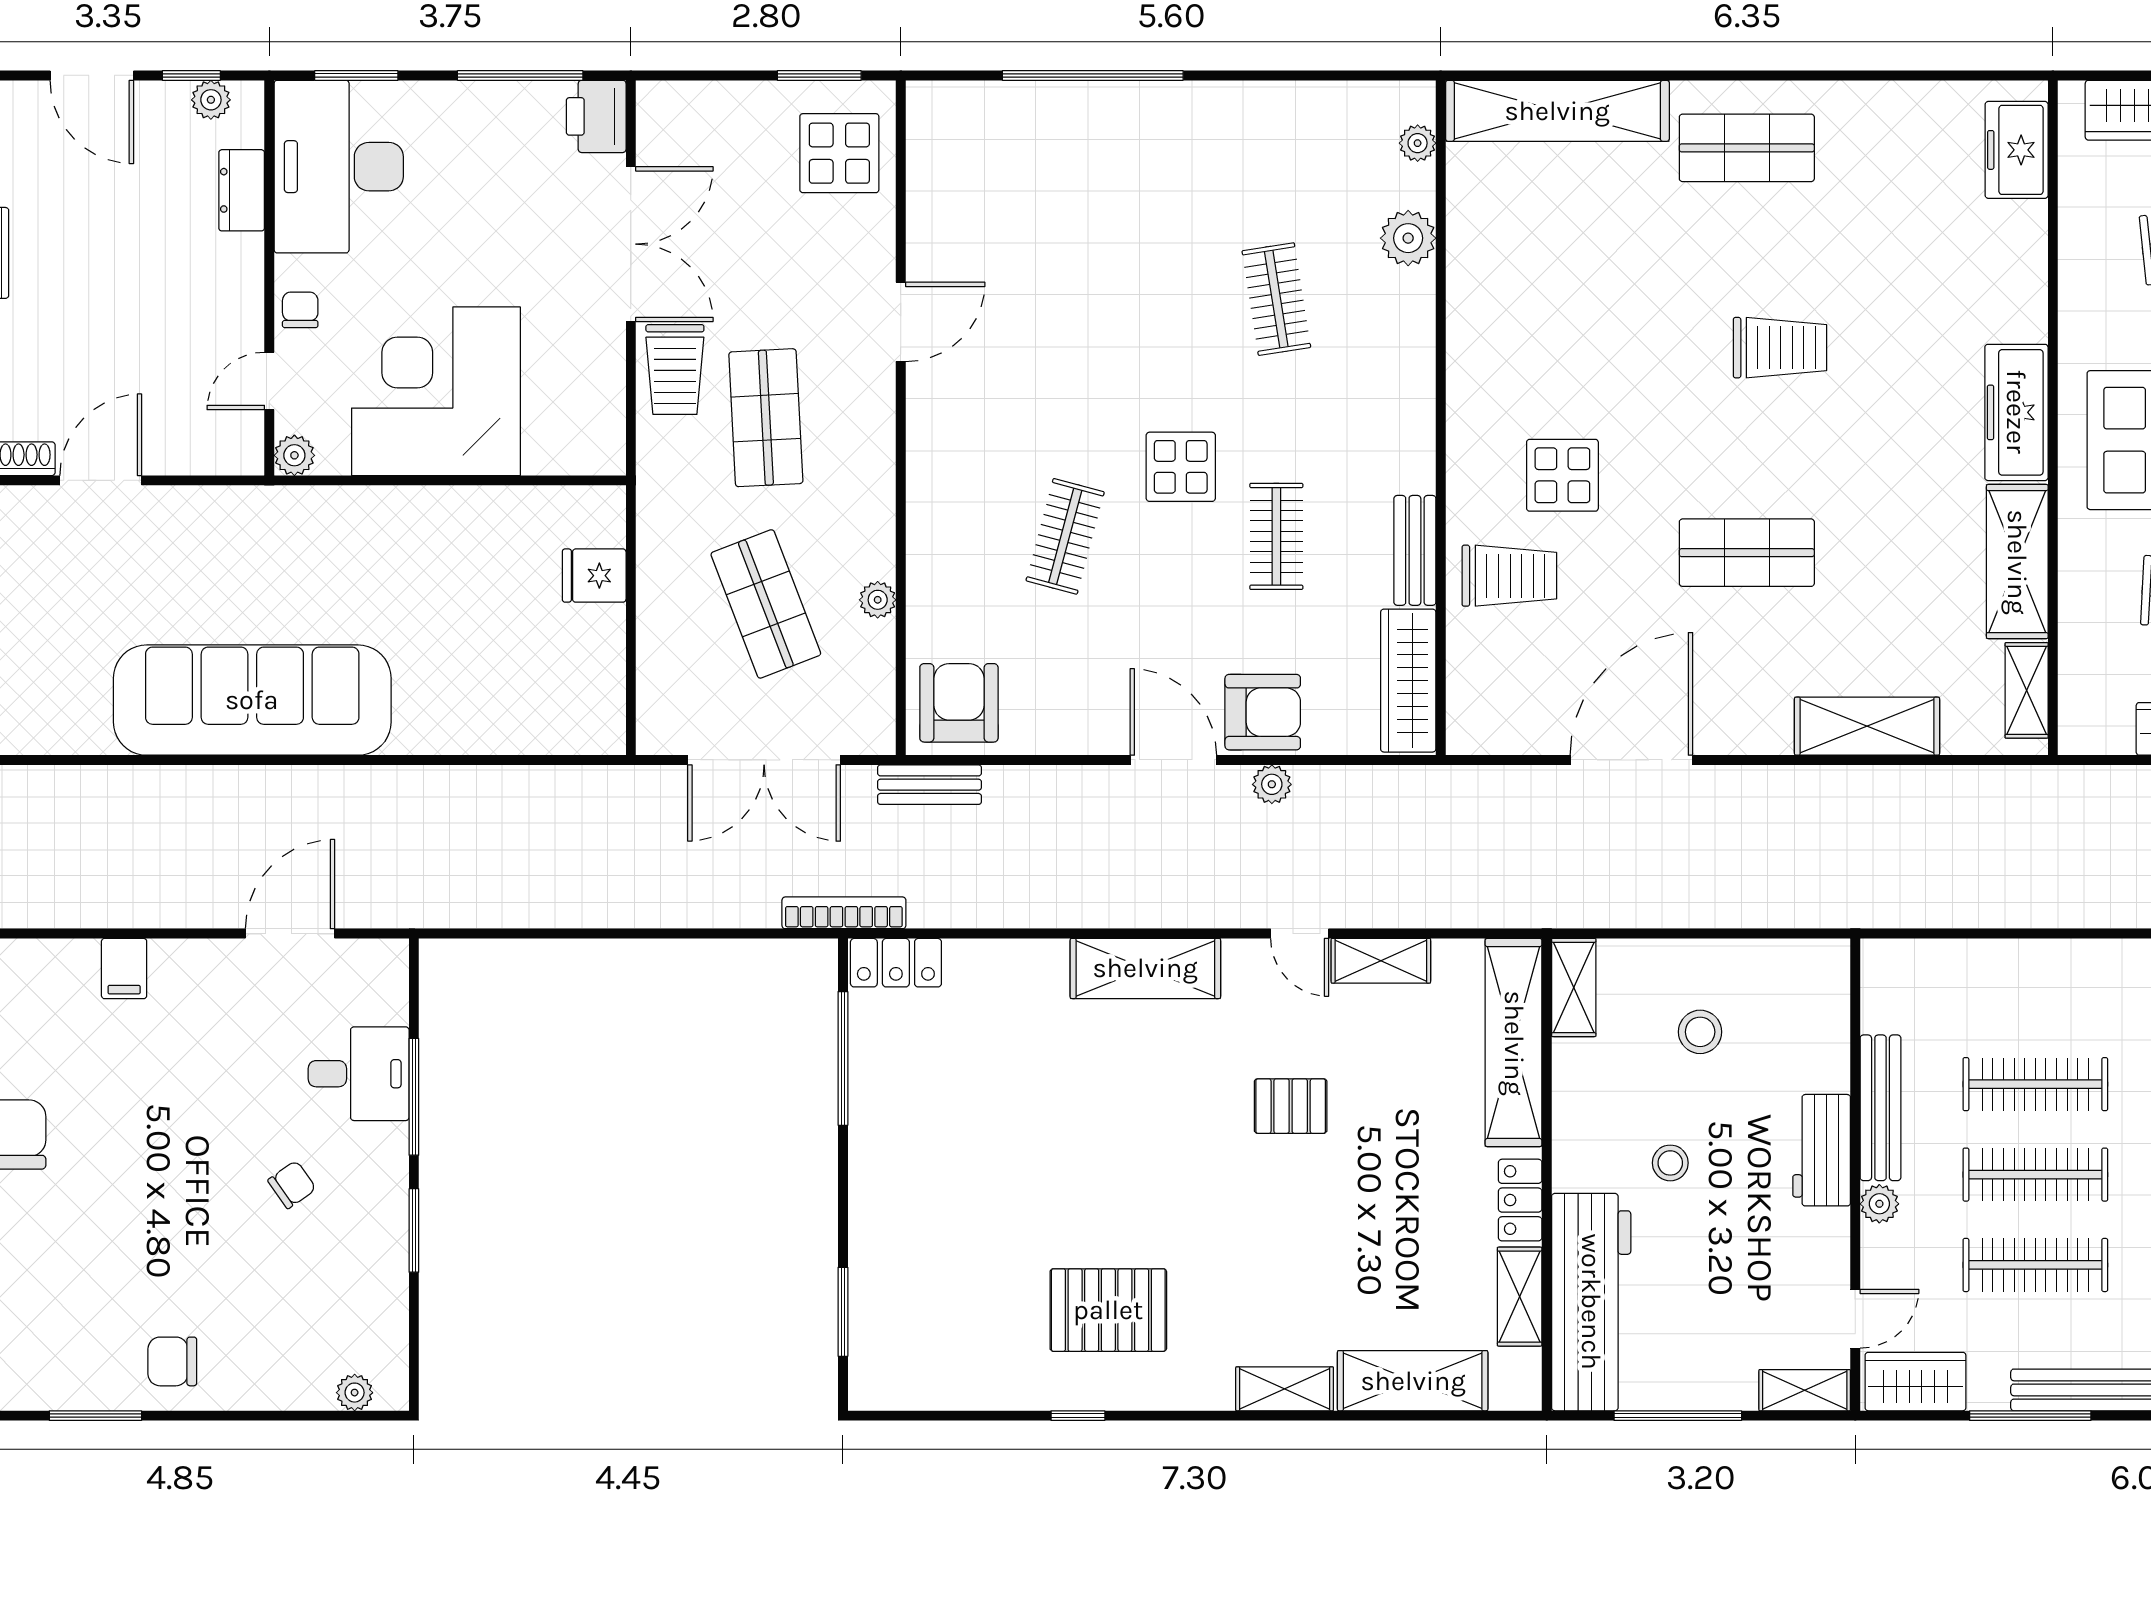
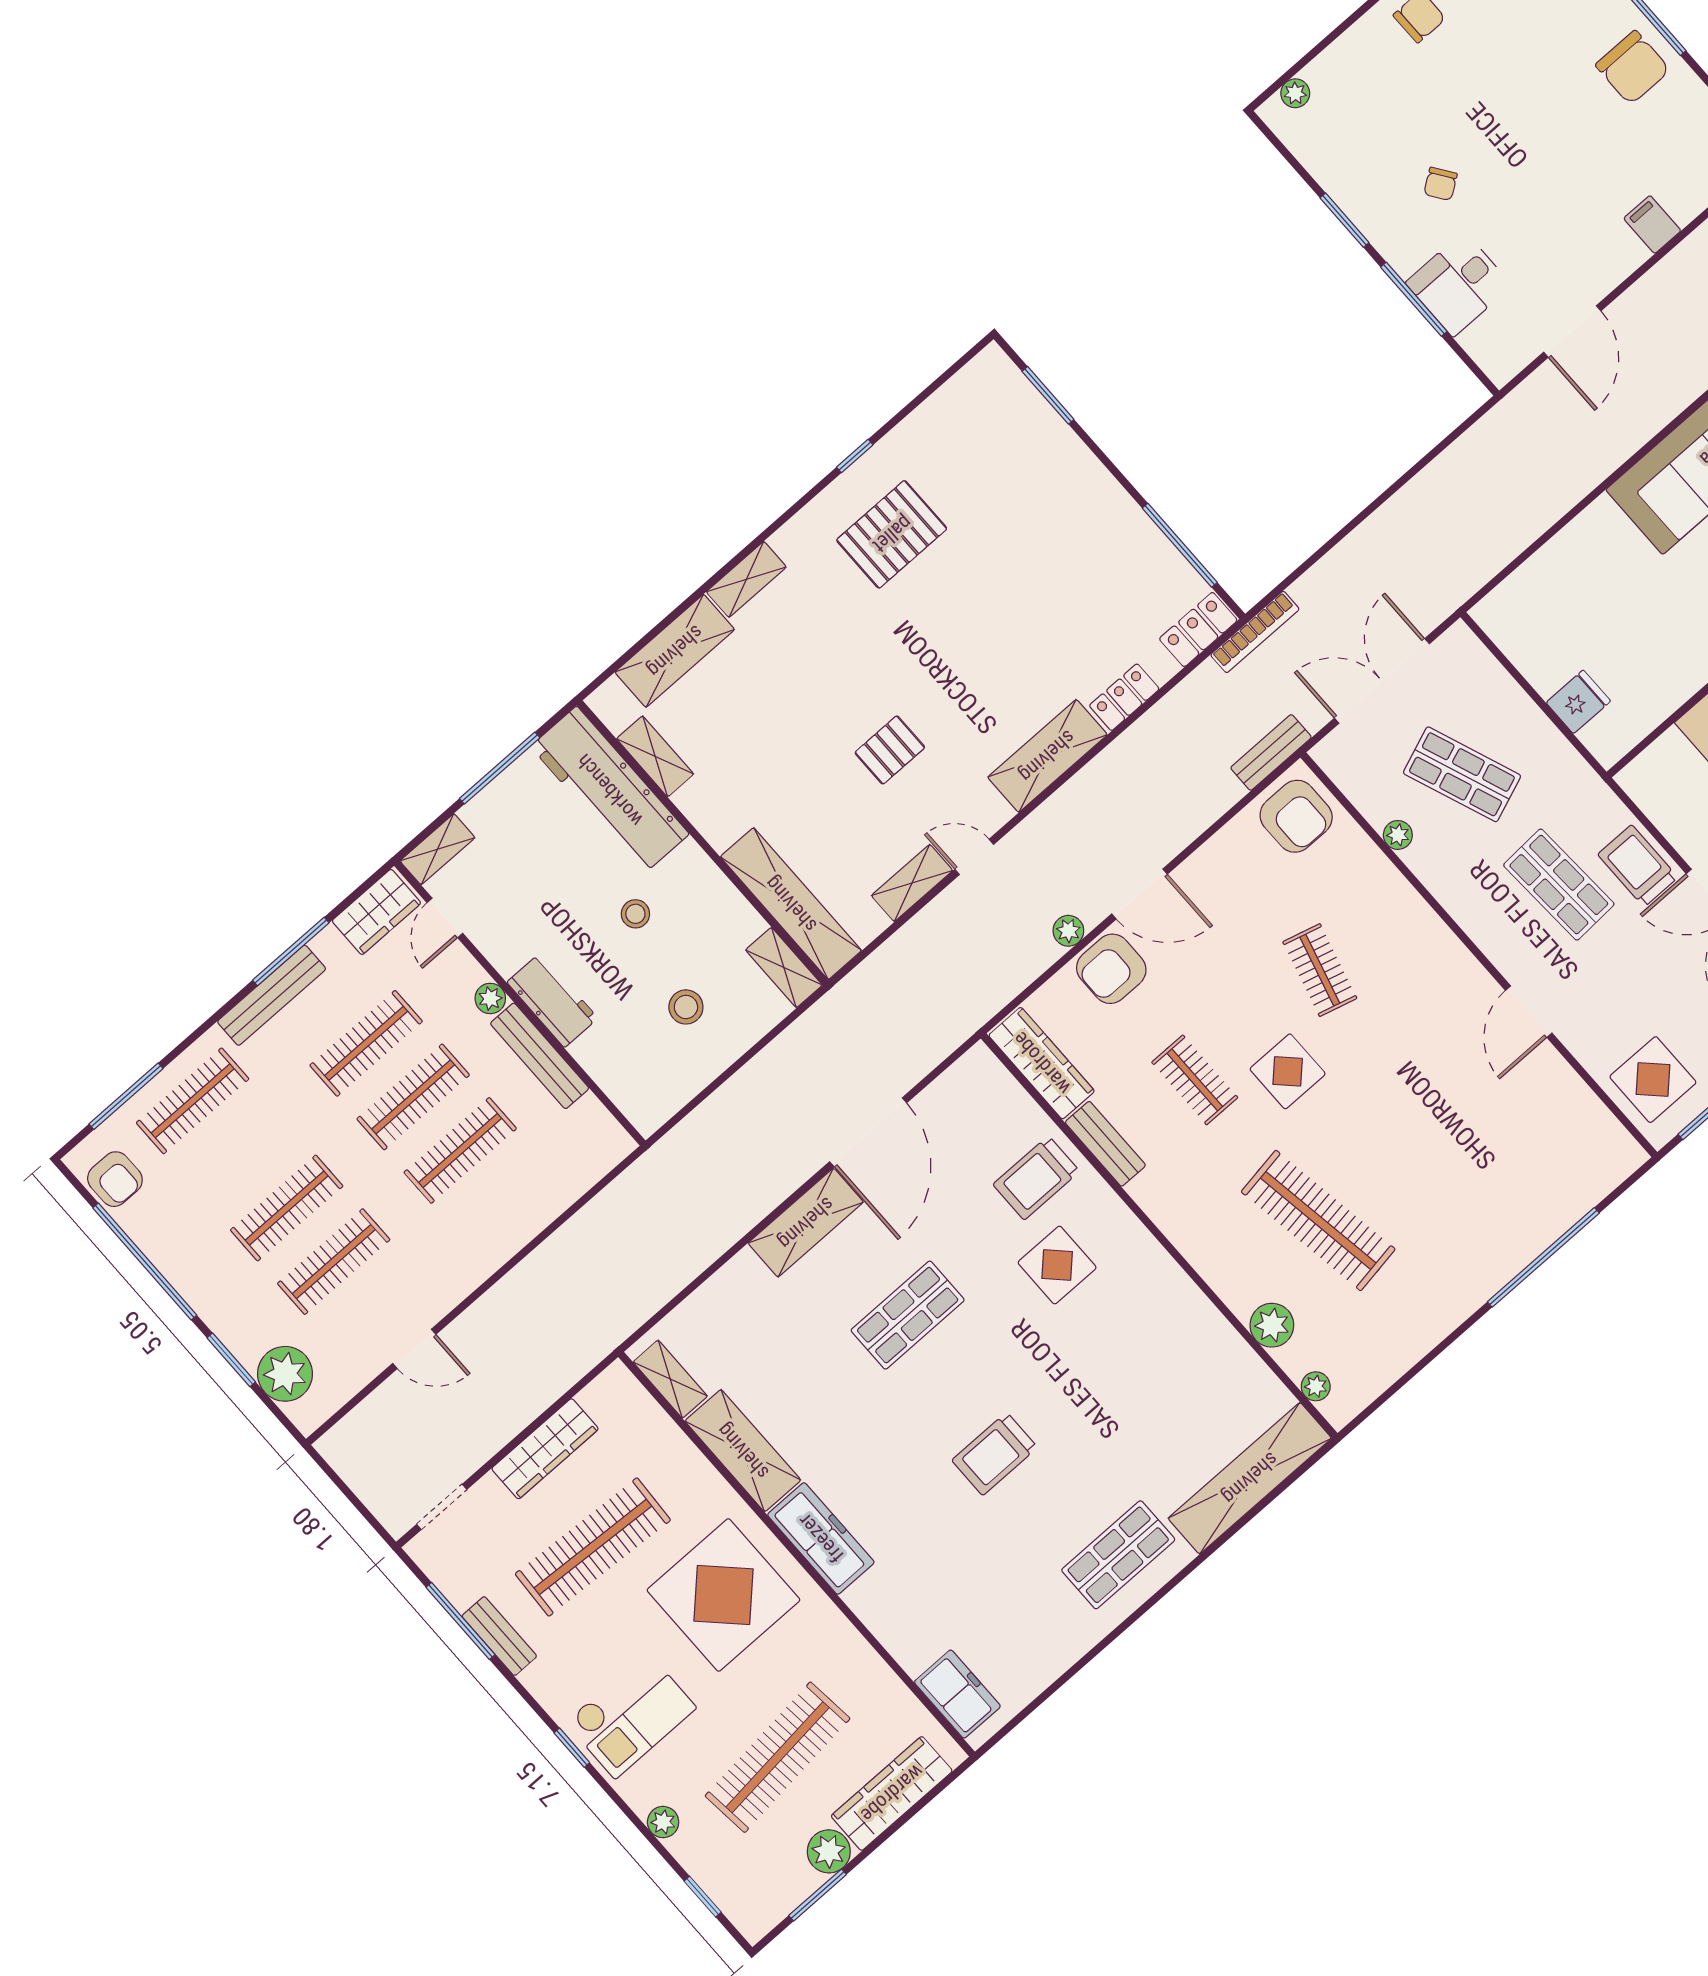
clothes rail: (1276, 299) -> (1318, 1220), width x1.86, depth x1.31
shelving: (1867, 726) -> (806, 1223), moved
locker: (1520, 1200) -> (1124, 697), moved, turned -90

